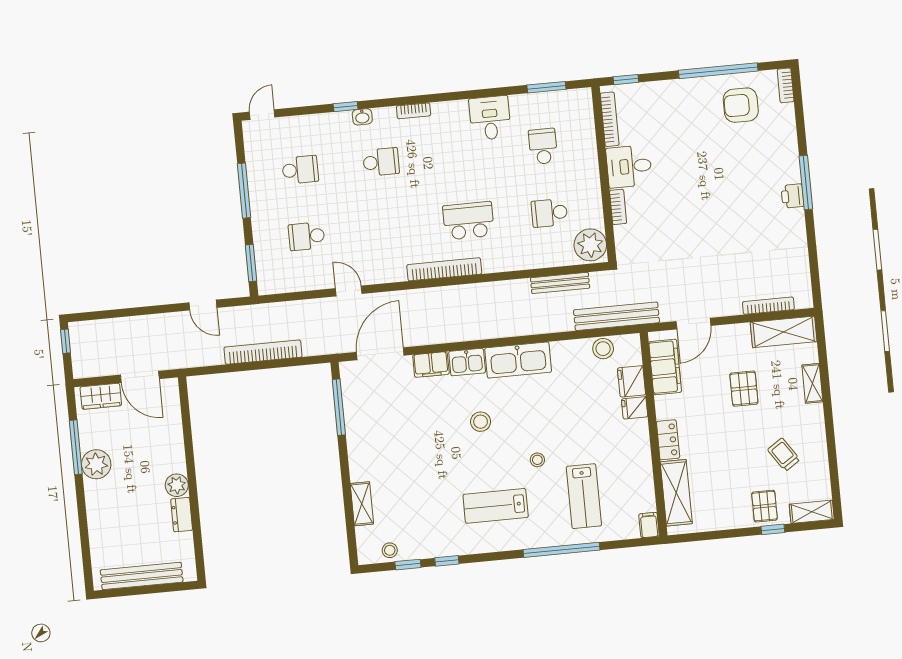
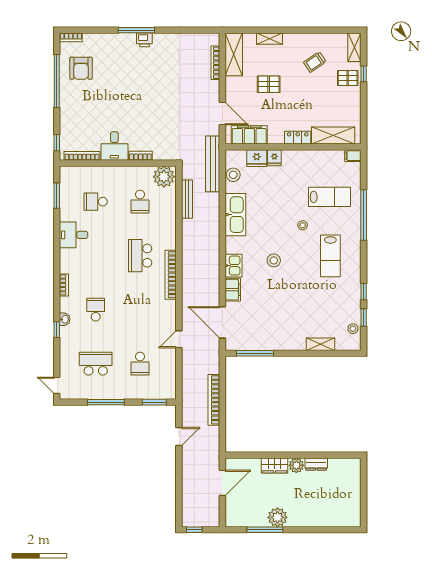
school desk: (300, 170) -> (96, 364), width x1.85
kitchen sink: (518, 360) -> (235, 215), moved
wardrobe: (101, 396) -> (275, 465), moved, turned 90
bench: (142, 576) -> (354, 494), removed

